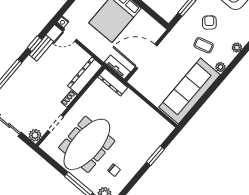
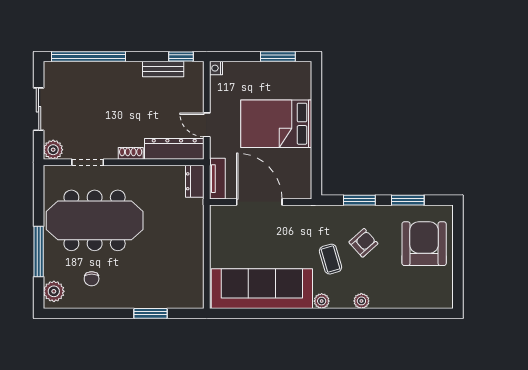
door: (70, 35) -> (207, 125), moved
window: (35, 43) -> (181, 57), moved
dresser: (113, 82) -> (195, 181), width x0.70

